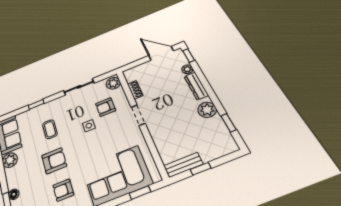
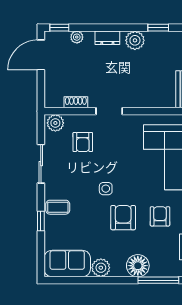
dresser: (196, 86) -> (107, 38), width x0.70
side table: (89, 126) -> (106, 189), moved
coffee table: (50, 129) -> (58, 207), moved
armchair: (63, 190) -> (160, 216), turned 180
floor lamp: (14, 194) -> (138, 266), width x1.89, depth x1.89

